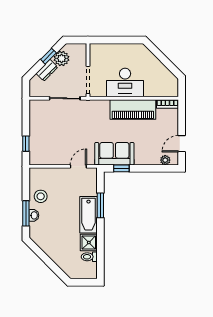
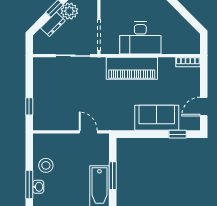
piano: (133, 109) -> (132, 68), moved
sofa: (114, 154) -> (157, 118), moved
plant: (165, 160) -> (185, 125), removed
door: (78, 166) -> (88, 132), hinge flipped
window: (121, 168) -> (178, 134), moved

